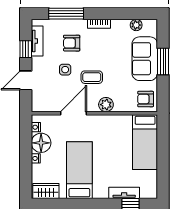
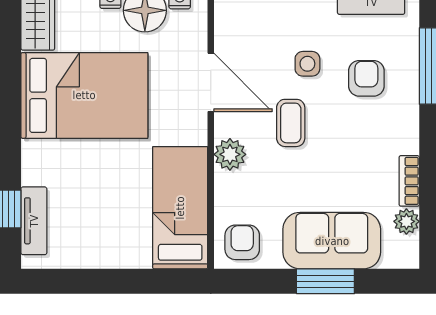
bookcase: (99, 24) -> (409, 181), moved
bed: (145, 142) -> (180, 208), moved, turned 90
bed: (79, 170) -> (84, 95), width x1.50
tv unit: (124, 193) -> (34, 221), moved

